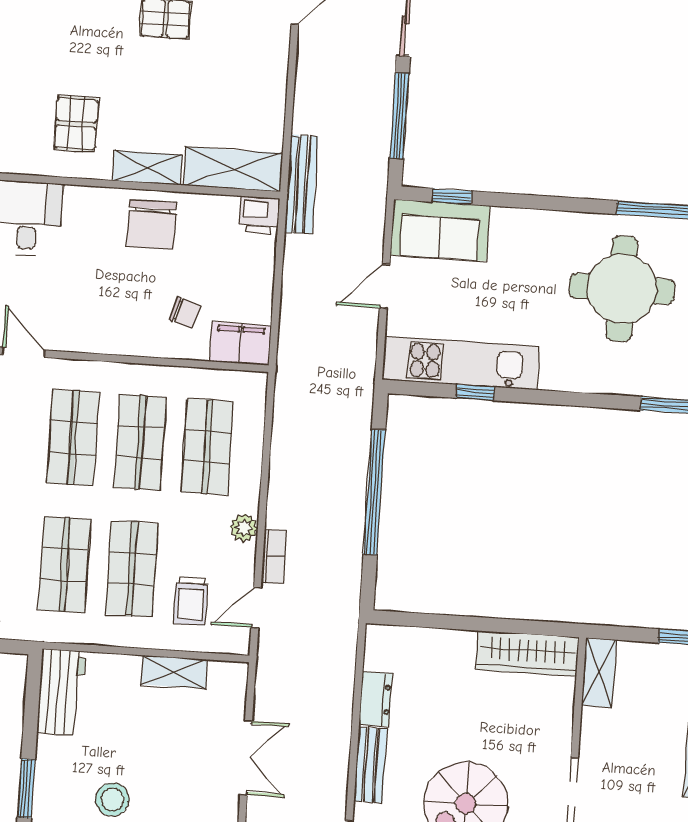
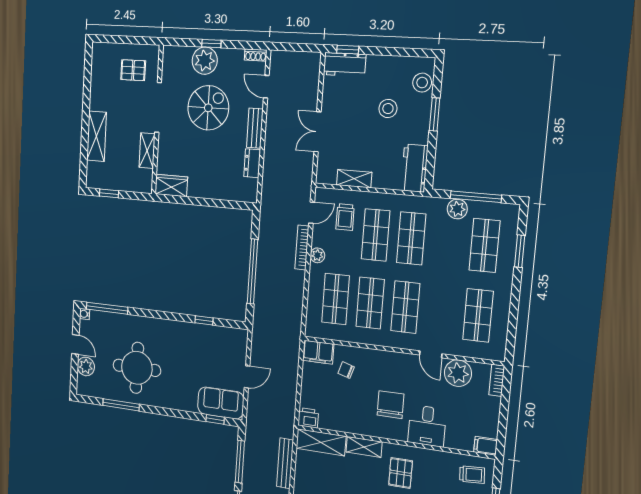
bench: (301, 184) -> (285, 463), moved
chair: (152, 225) -> (390, 405), moved
kitchen unit: (461, 363) -> (211, 336), removed
bookcase: (274, 557) -> (302, 247), width x1.56
trolley: (191, 601) -> (345, 217), turned 180
wardrobe: (528, 653) -> (171, 186), width x0.67
shelving: (599, 673) -> (147, 151), moved

